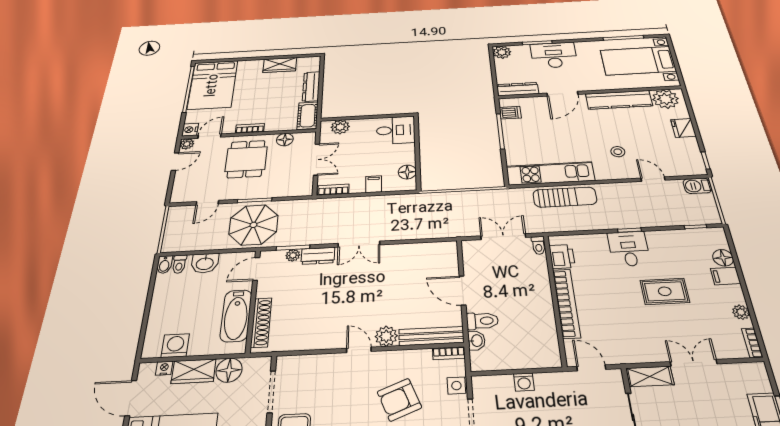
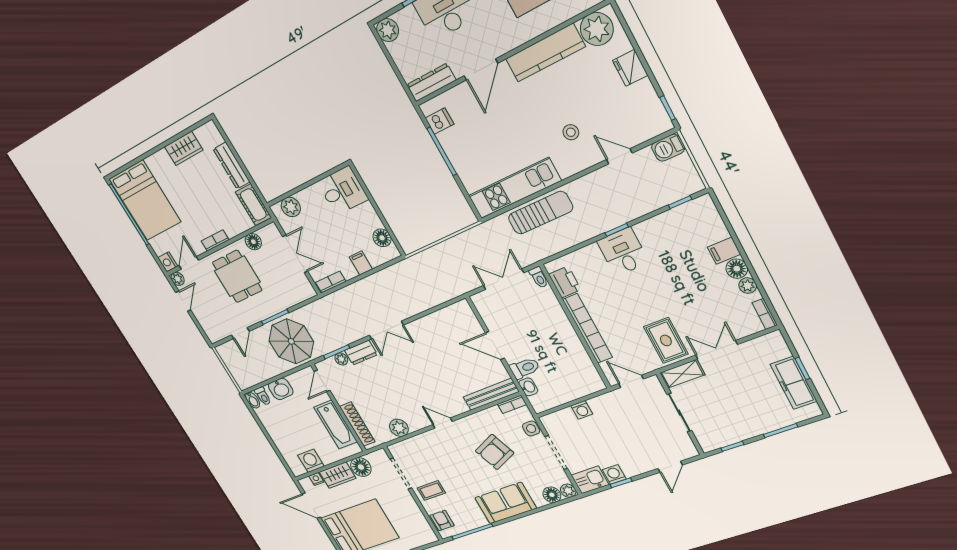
floor lamp: (723, 258) -> (737, 269), moved
rug: (665, 291) -> (666, 340), moved, turned 90
plant: (386, 336) -> (399, 428), moved

